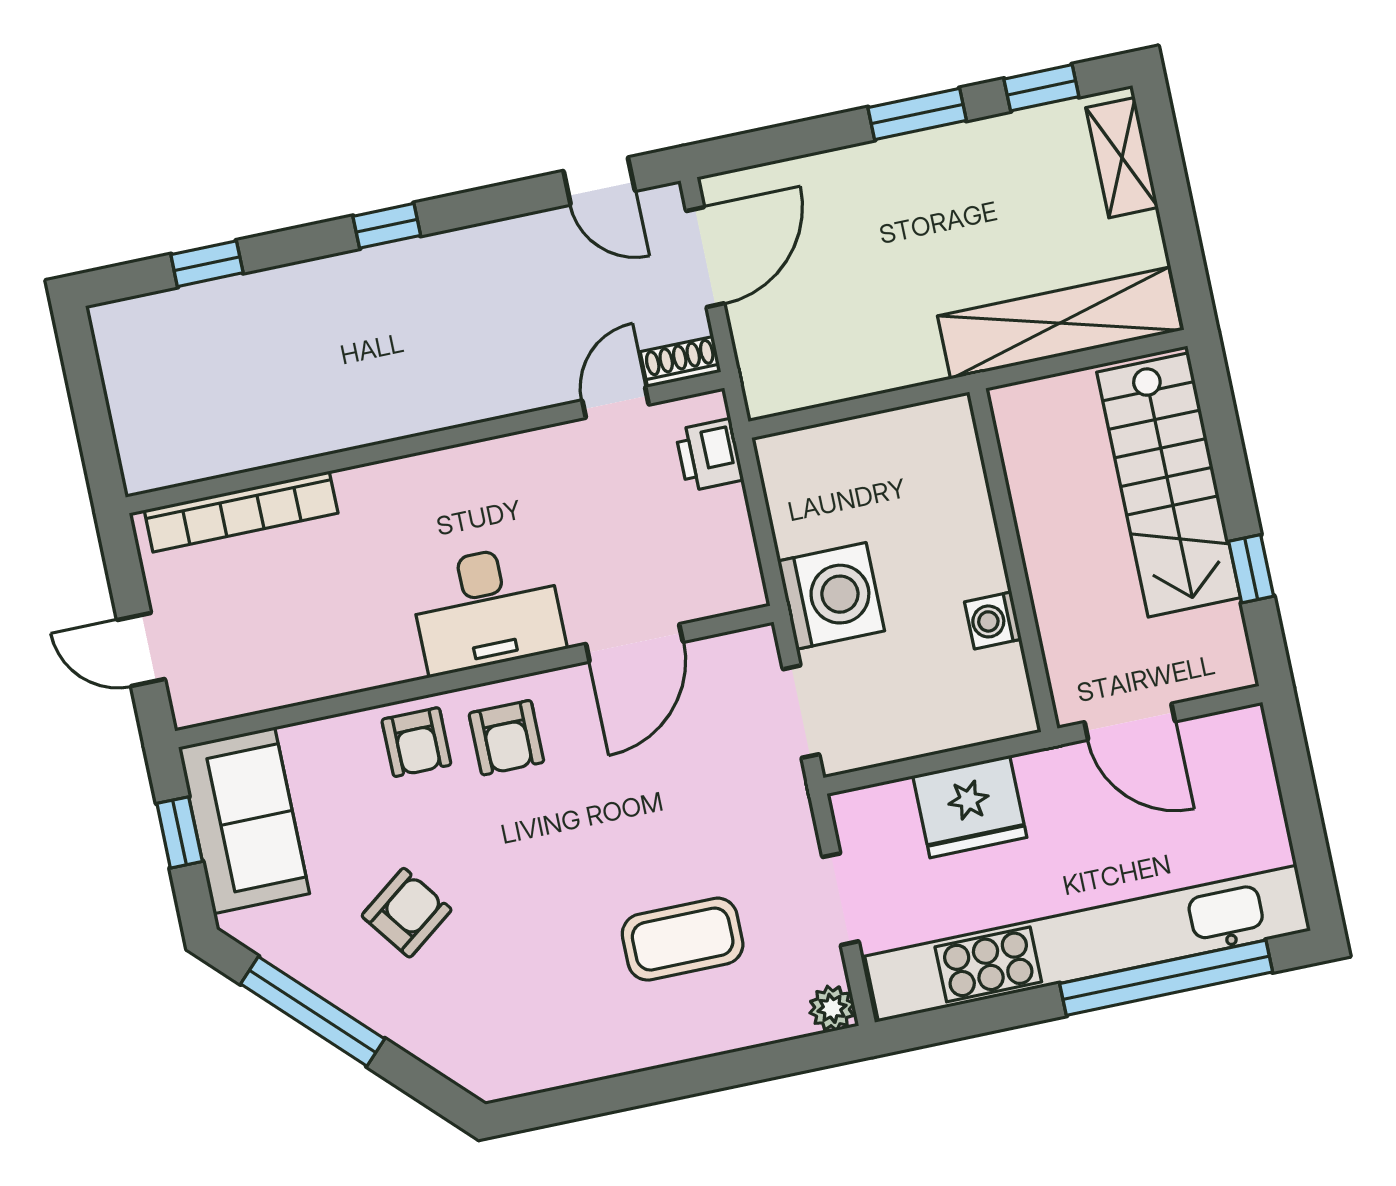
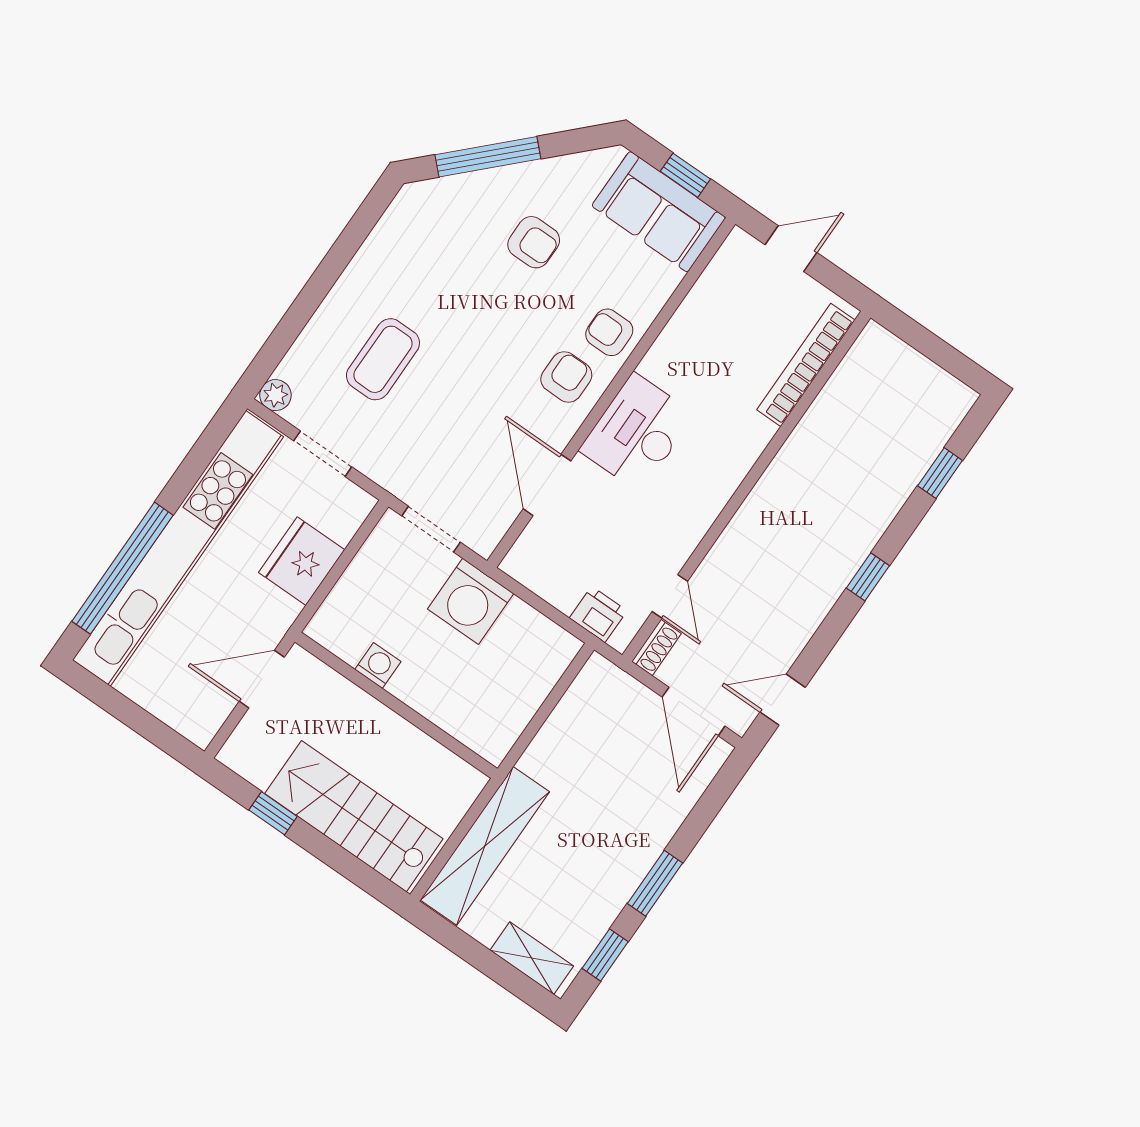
armchair: (506, 738) -> (566, 377), turned 90
armchair: (407, 913) -> (534, 242), turned -53
window: (313, 1011) -> (488, 157), moved

